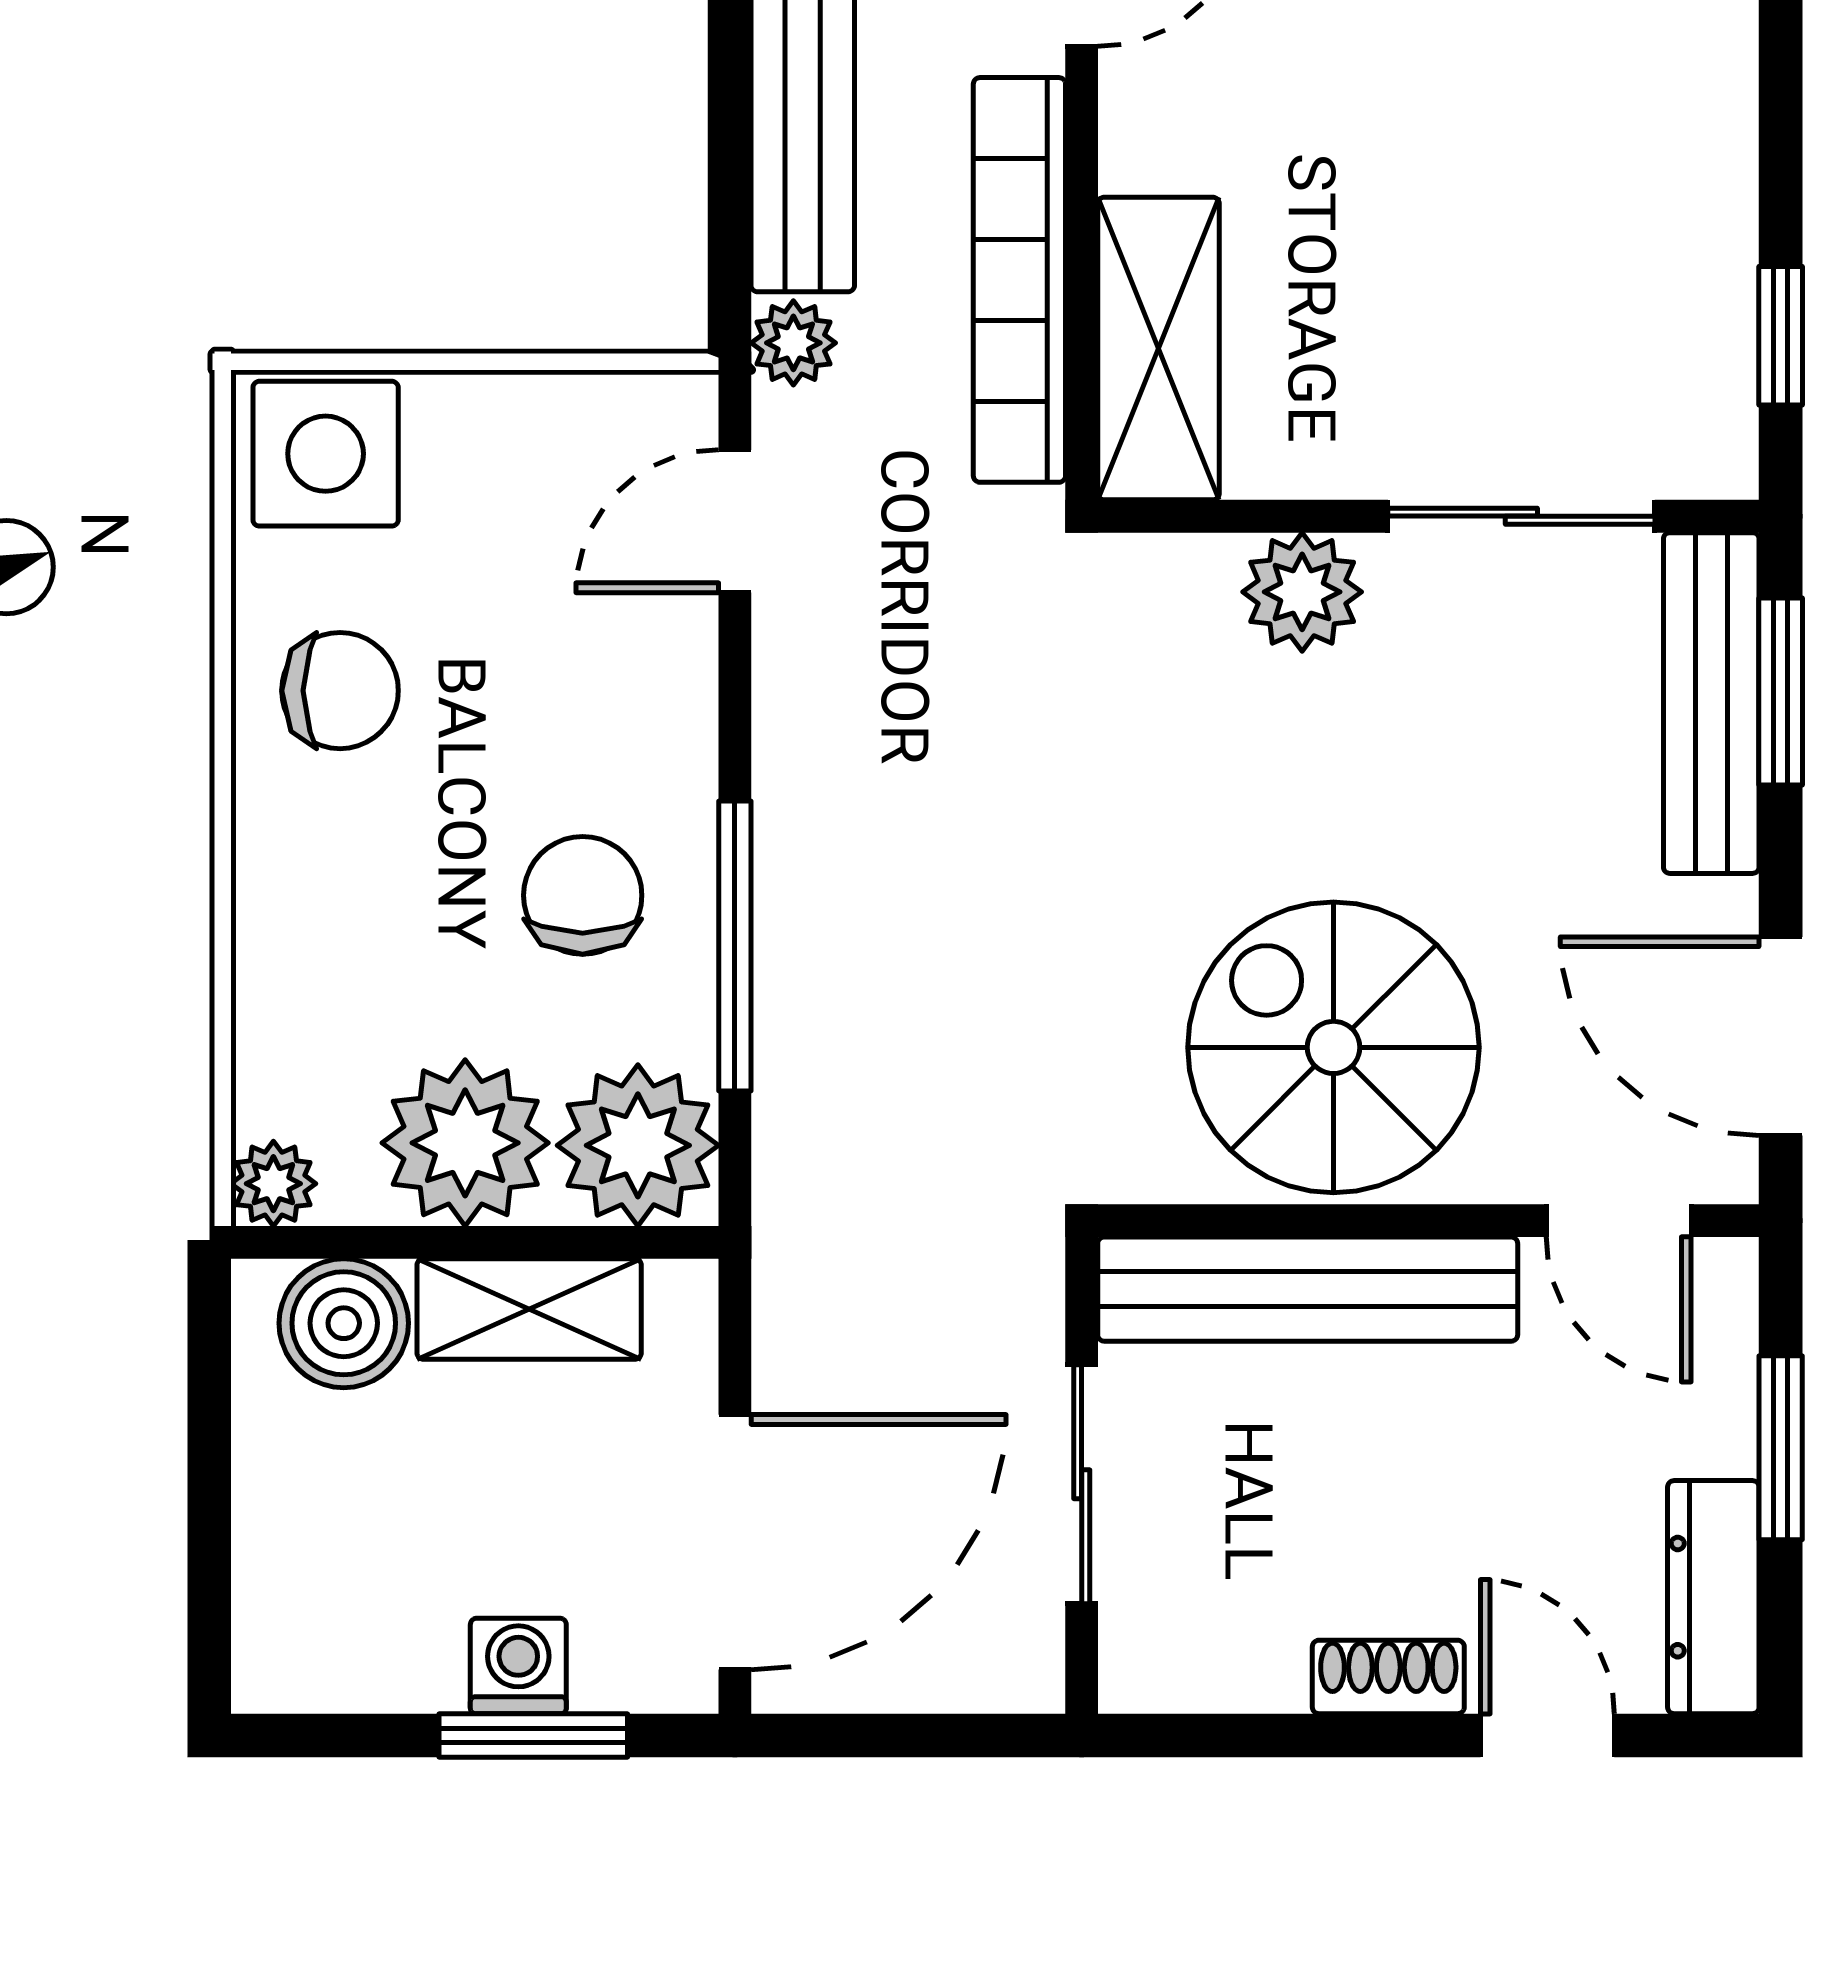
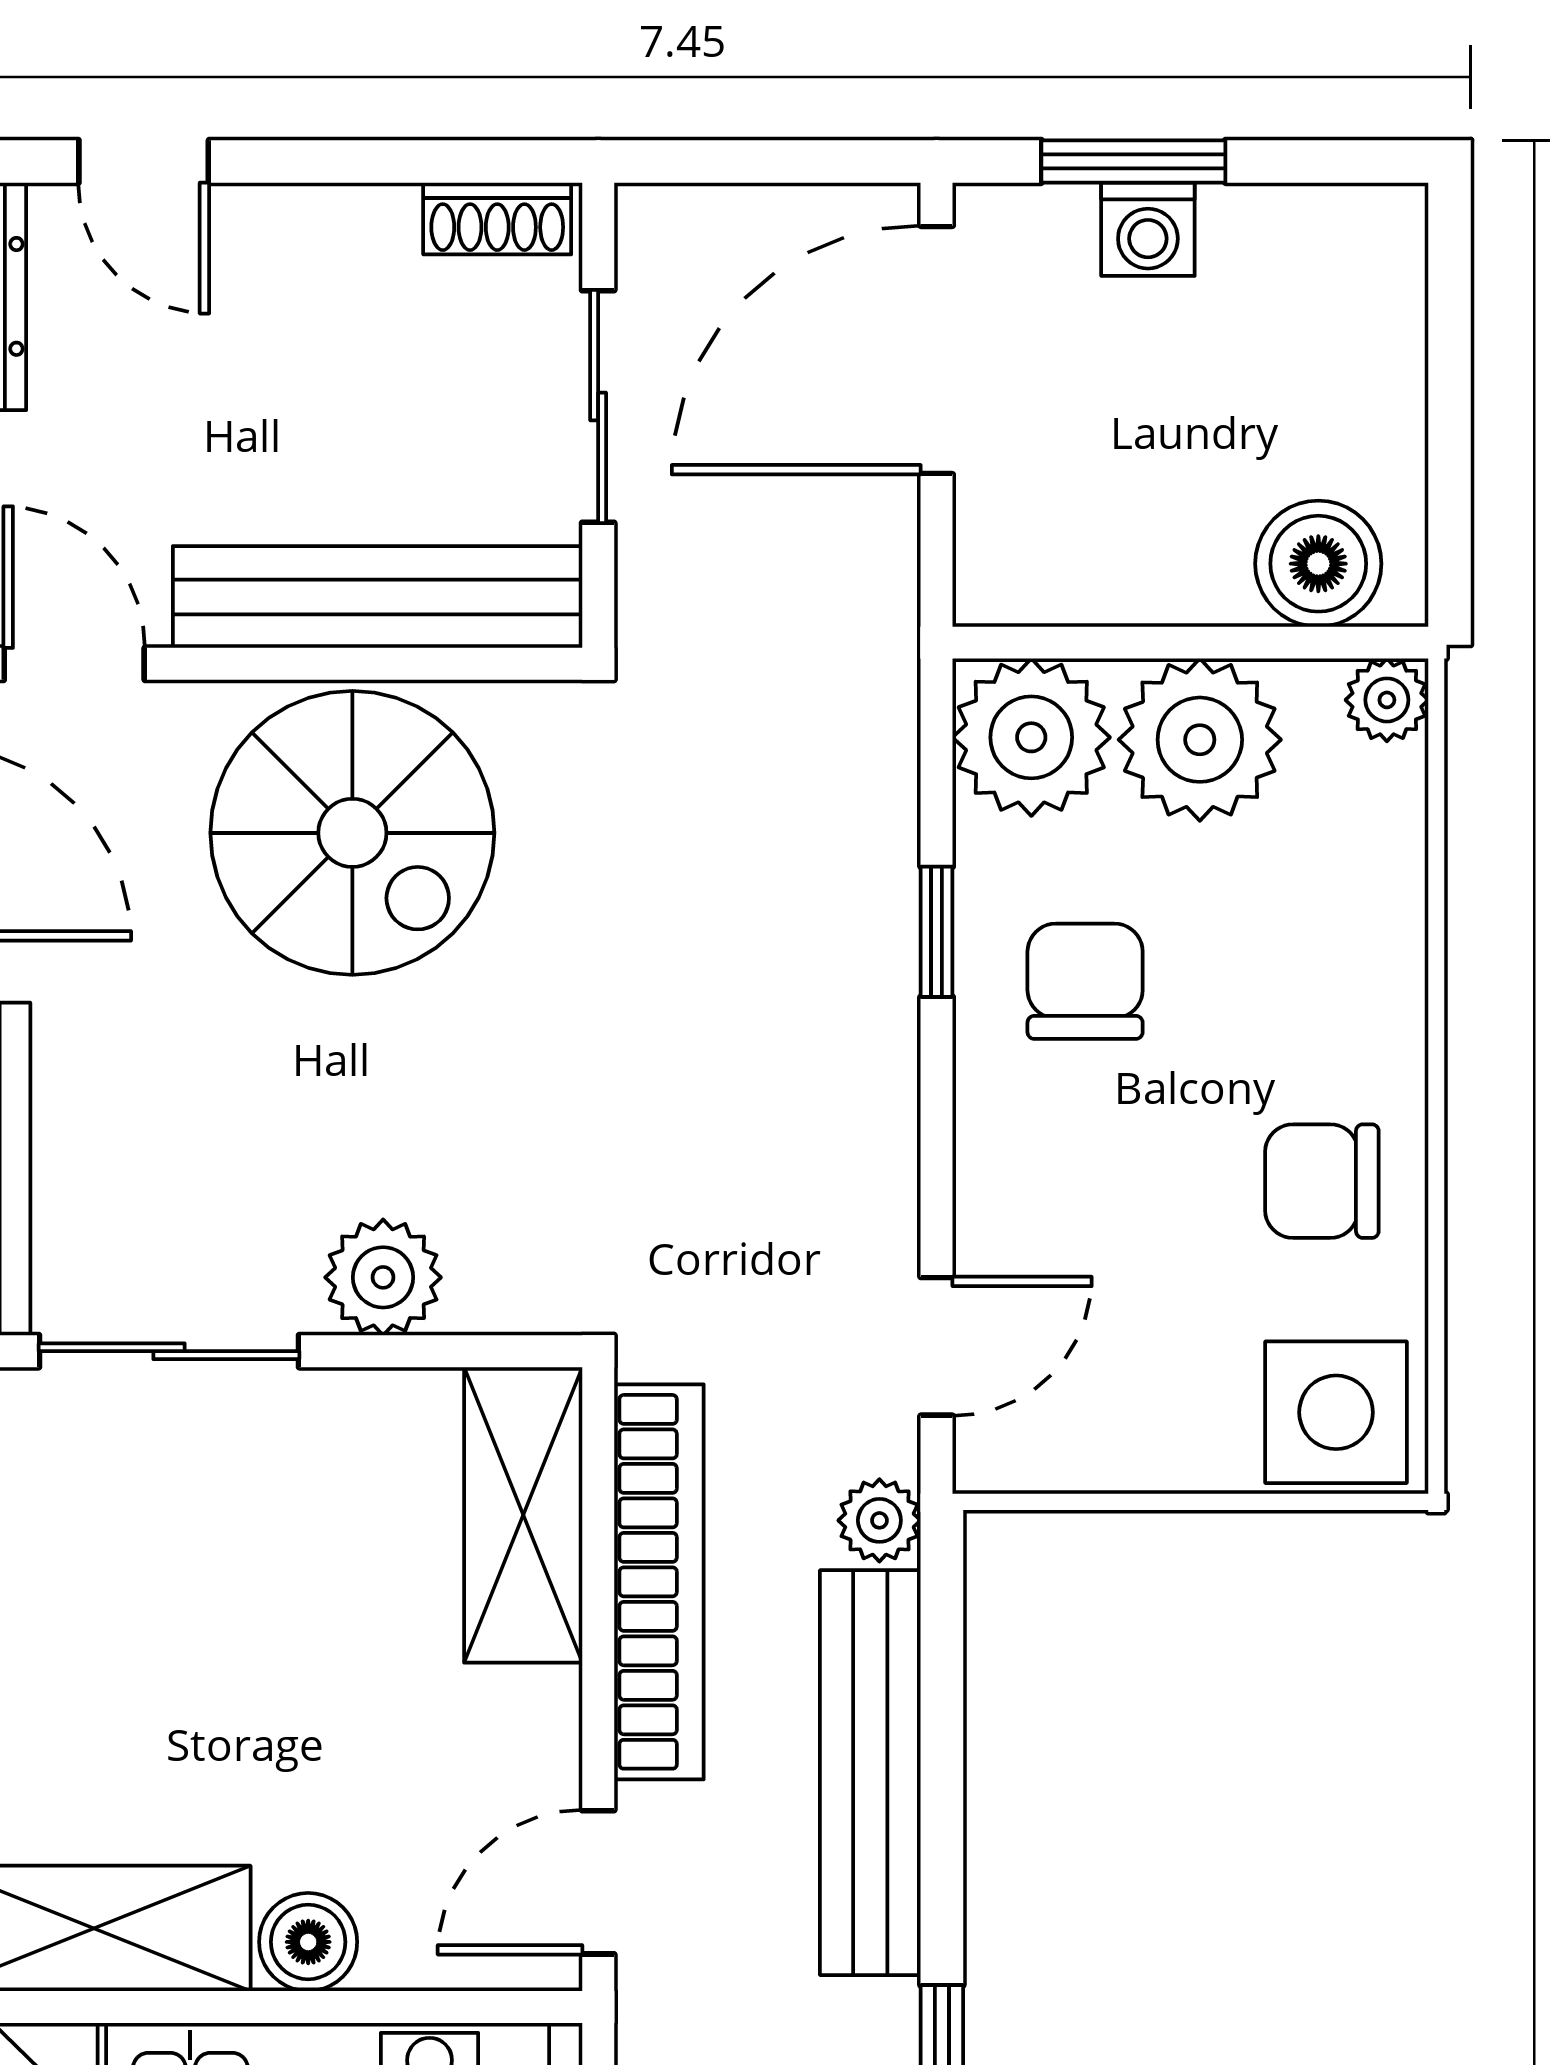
chair: (583, 895) -> (1085, 981), turned 180
window: (735, 946) -> (937, 932), width x0.46
shelving: (529, 1309) -> (1137, 578), removed
shoe rack: (1388, 1677) -> (497, 218), moved

